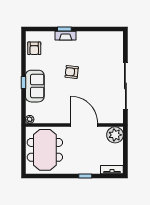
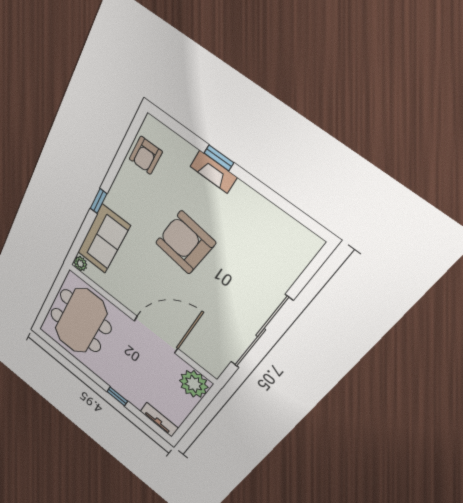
armchair: (72, 72) -> (185, 243), width x1.88, depth x1.88
sofa: (35, 86) -> (104, 239), moved
door: (84, 125) -> (156, 335), hinge flipped

